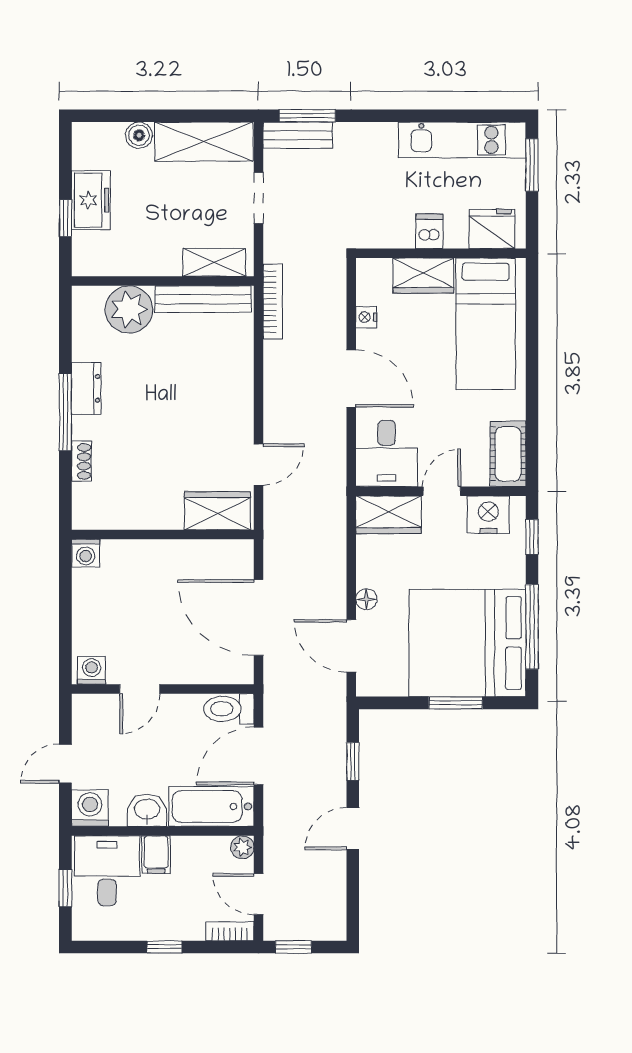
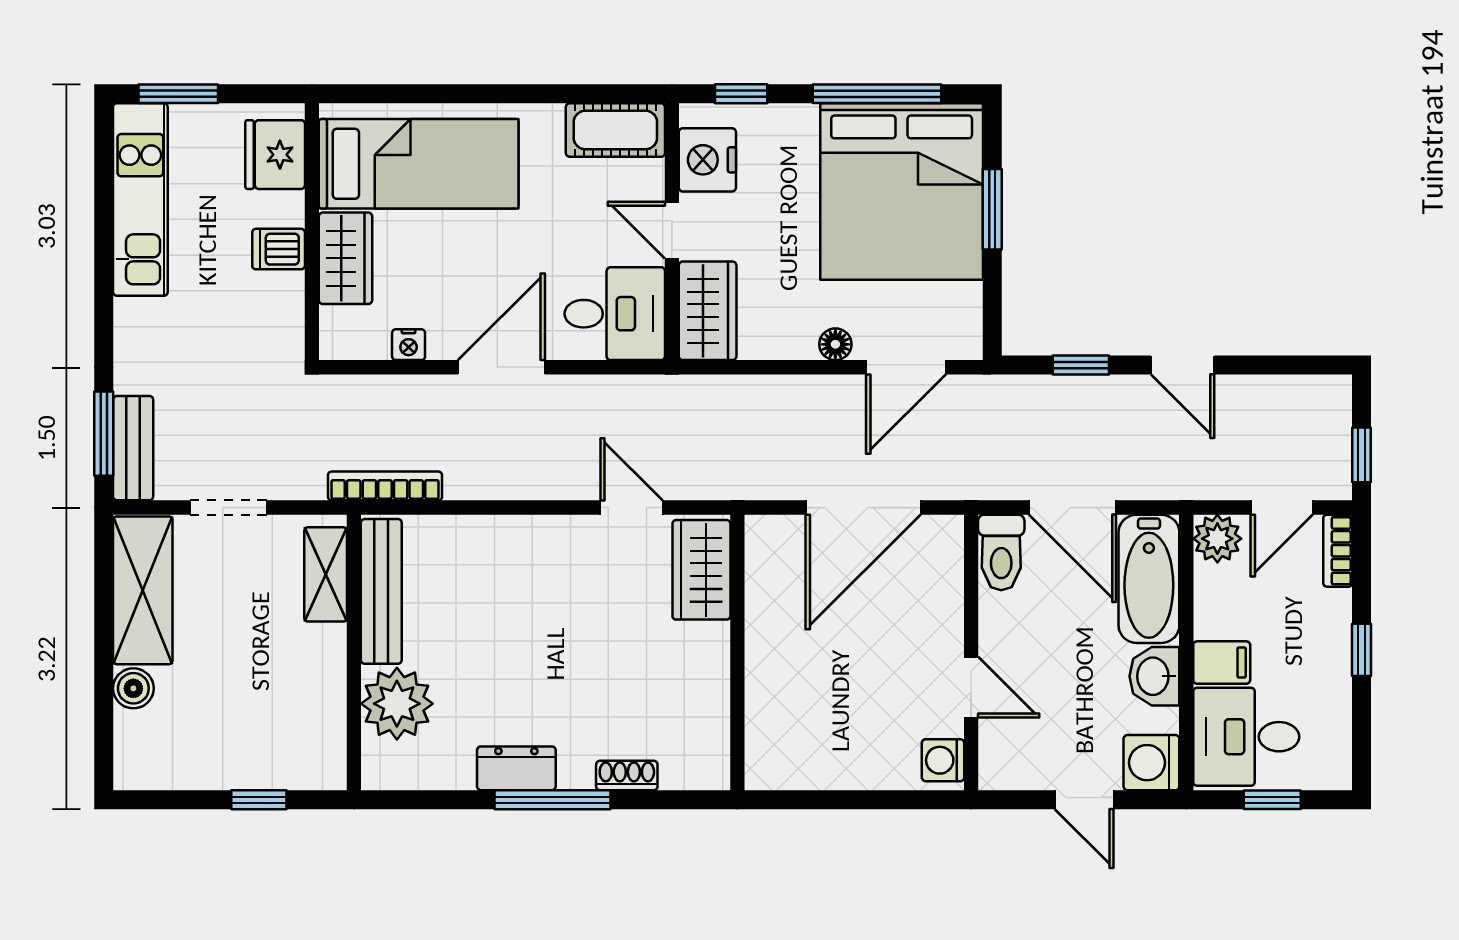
freezer: (91, 200) -> (231, 761), removed
washing machine: (86, 553) -> (766, 769), removed
plant: (242, 847) -> (1217, 539), width x1.38, depth x1.38

